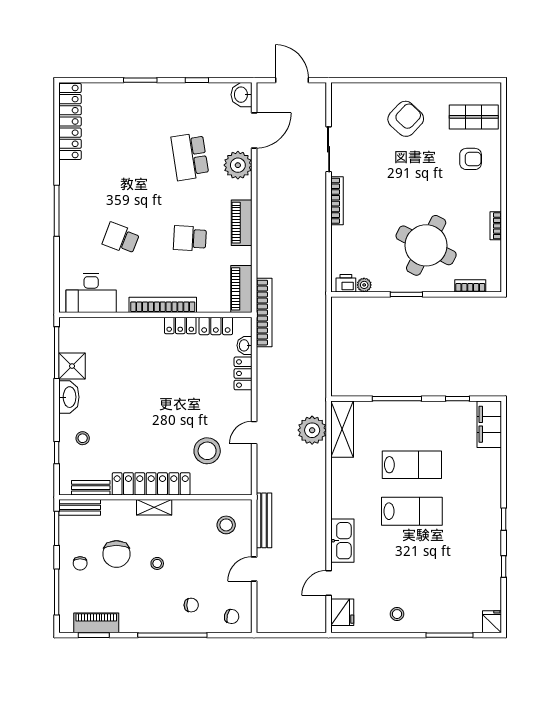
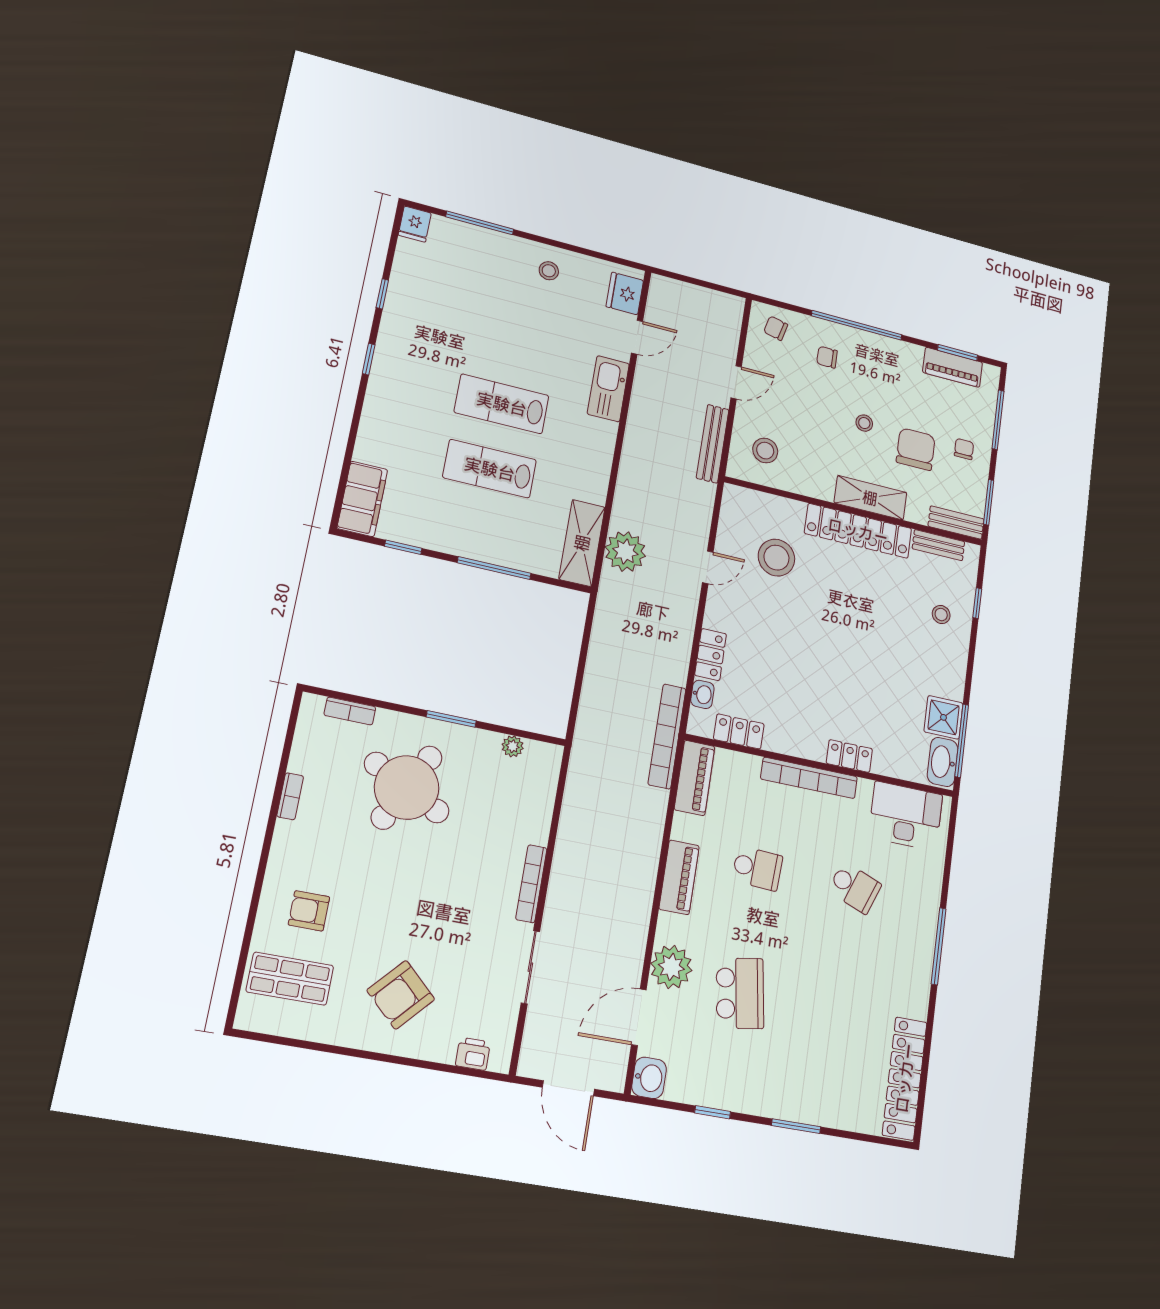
printer: (346, 283) -> (473, 1054), moved, turned 180
locker: (180, 325) -> (849, 756), moved
washbasin: (69, 397) -> (943, 762), moved
shelving: (154, 507) -> (870, 498), width x1.50, depth x1.33

